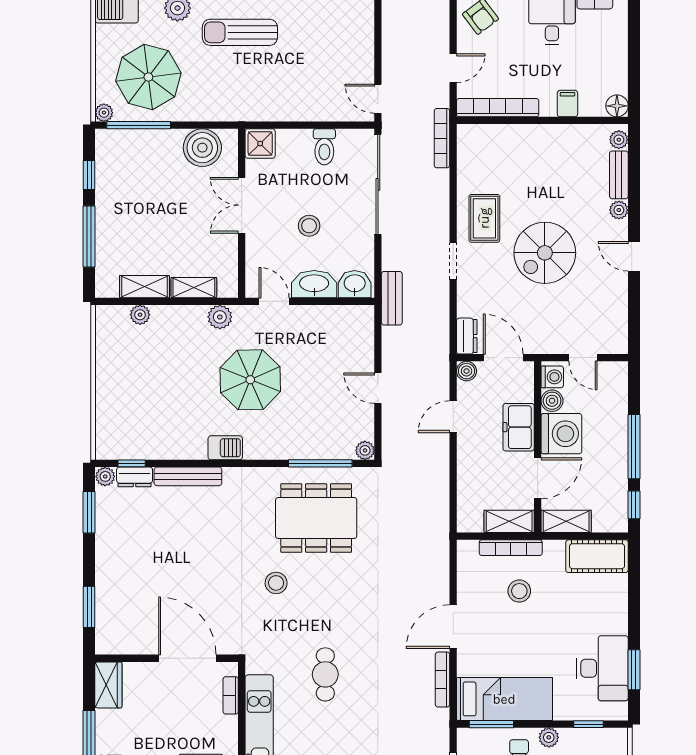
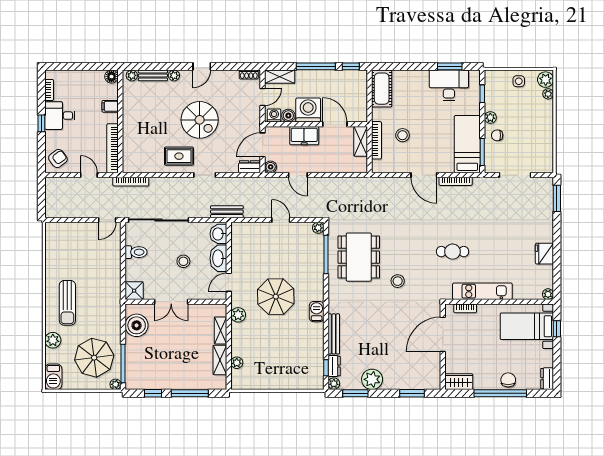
shoe rack: (620, 335) -> (249, 75), added
door: (378, 388) -> (281, 220), swing flipped
shelving: (566, 521) -> (280, 77), moved, turned 90
plant: (112, 540) -> (372, 379), added

